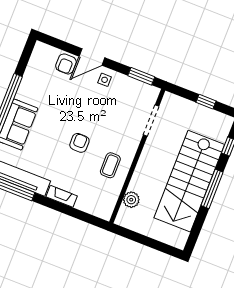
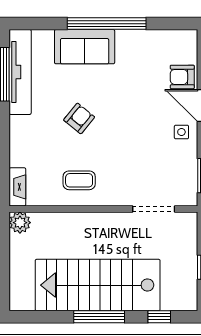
armchair: (79, 143) -> (79, 118), moved, turned -51
fireplace: (62, 196) -> (17, 187), moved
plant: (131, 200) -> (20, 223), moved

